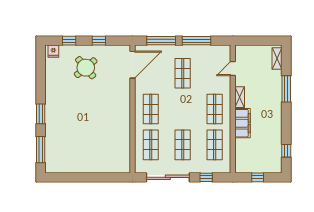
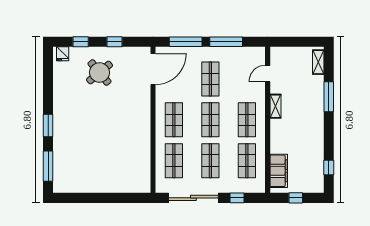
shop shelf: (183, 109) -> (210, 120), added
filing cabinet: (243, 123) -> (279, 171), moved

